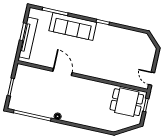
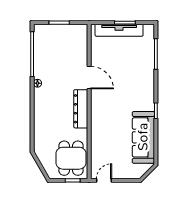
sofa: (73, 26) -> (143, 137), moved
door: (62, 72) -> (89, 78), hinge flipped
dresser: (87, 85) -> (81, 109), added

